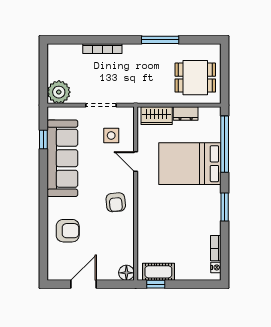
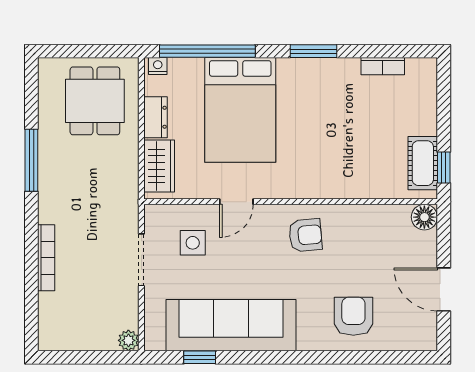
plant: (59, 92) -> (128, 340), width x0.53, depth x0.53
nightstand: (216, 267) -> (158, 66), moved

